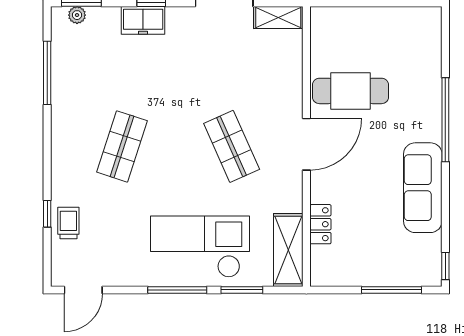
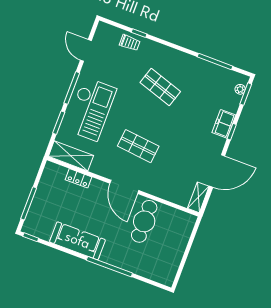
shop shelf: (232, 146) -> (138, 146), turned 30
door: (83, 290) -> (86, 50), moved

